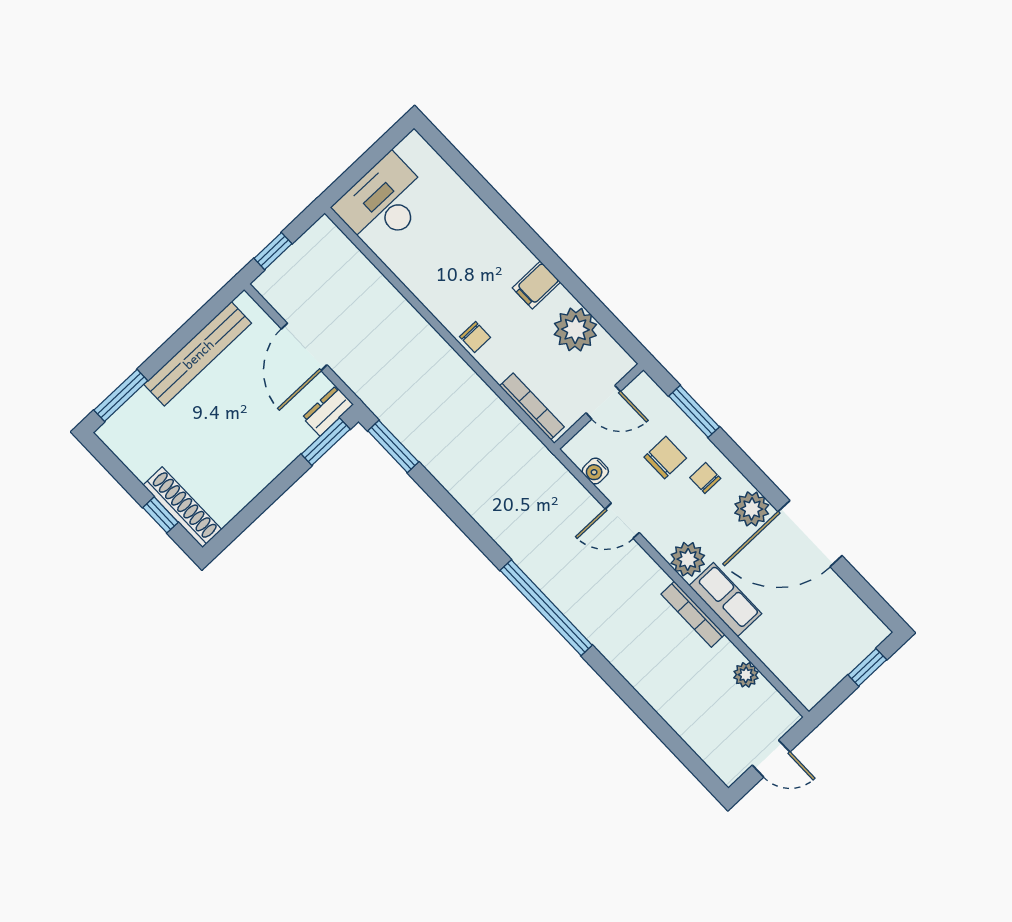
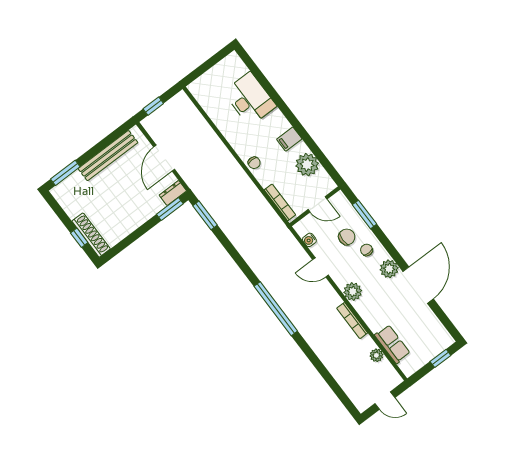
desk: (384, 202) -> (250, 99), moved, turned 90
door: (810, 534) -> (418, 285), swing flipped
row of seats: (725, 600) -> (392, 344), moved

